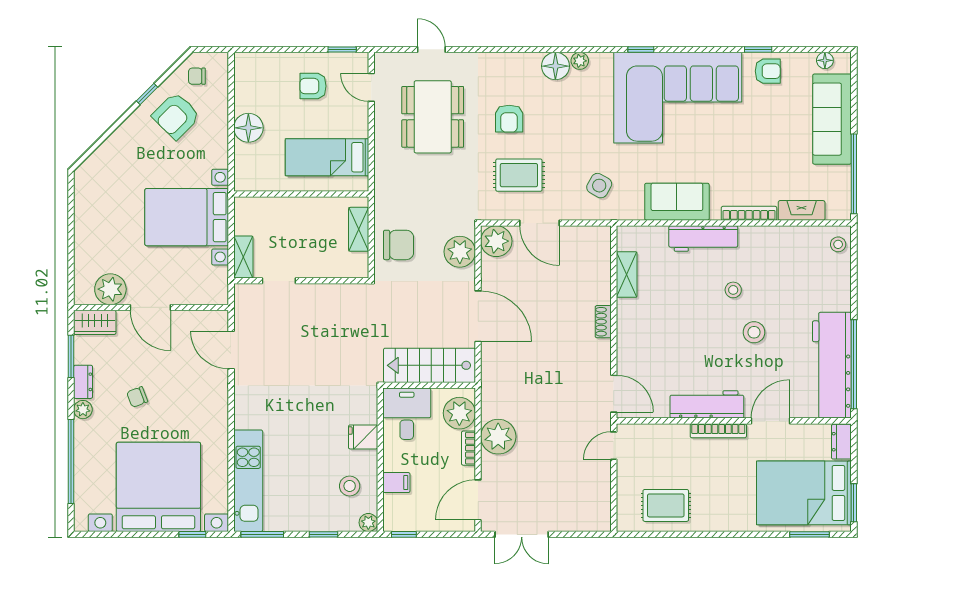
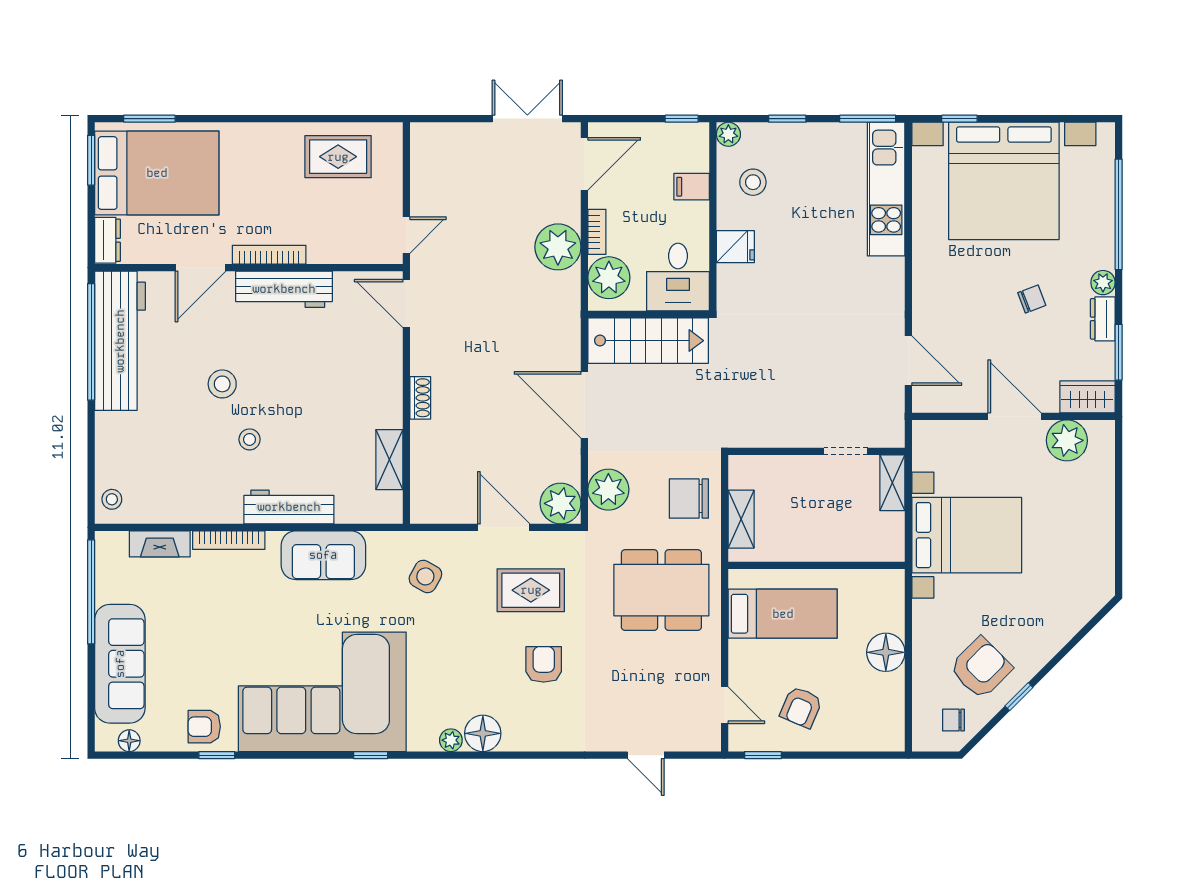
chair: (197, 76) -> (953, 720), turned 180
armchair: (313, 86) -> (801, 707), turned 113
dining table: (433, 117) -> (661, 590), moved, turned 90

